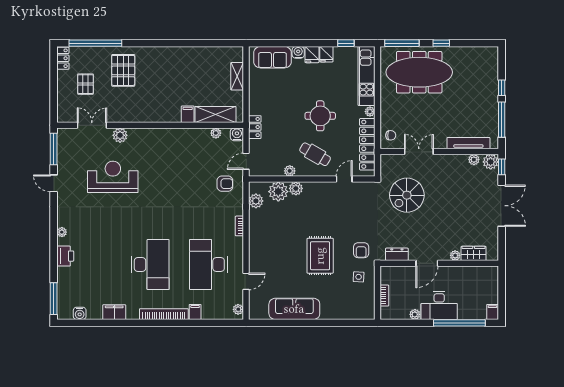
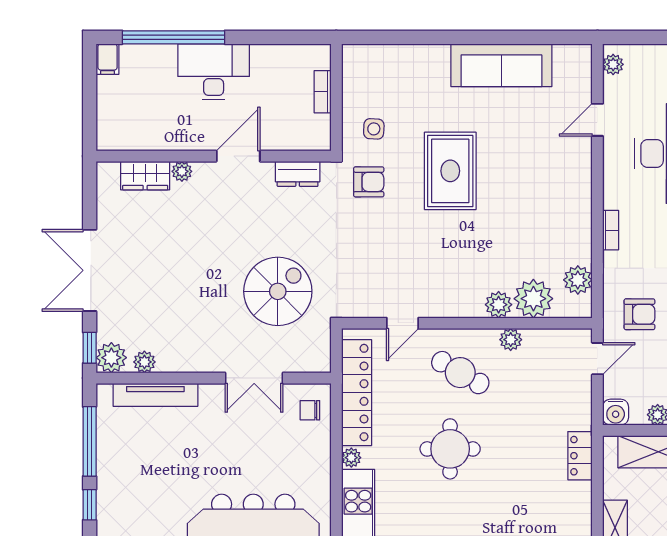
locker: (255, 127) -> (580, 456), moved
armchair: (225, 184) -> (639, 314), turned 180
armchair: (361, 250) -> (369, 182), turned 90
plant: (415, 314) -> (262, 54), removed

